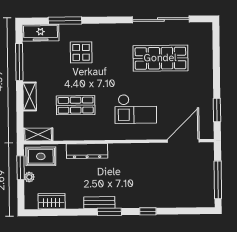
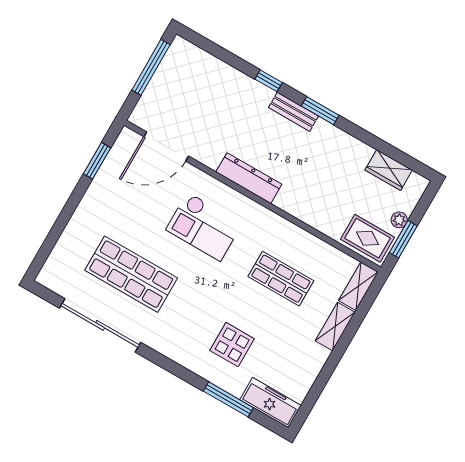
window: (19, 62) -> (322, 381), removed
checkout: (136, 109) -> (204, 227), turned 180
shelving: (38, 135) -> (358, 286), moved, turned 90
dresser: (87, 151) -> (249, 178), moved
bench: (99, 203) -> (293, 112), moved

